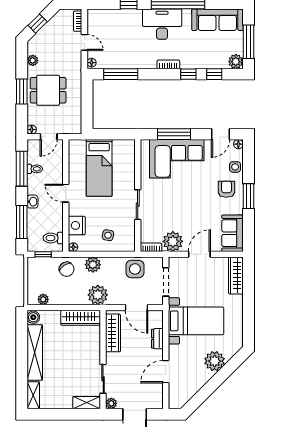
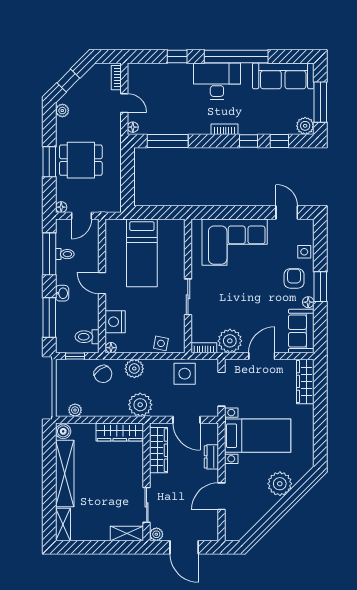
plant: (33, 60) -> (62, 111), moved
window: (174, 134) -> (231, 213), removed
door: (220, 134) -> (287, 213), swing flipped
floor lamp: (238, 144) -> (308, 302), moved
side table: (108, 235) -> (161, 343), moved

